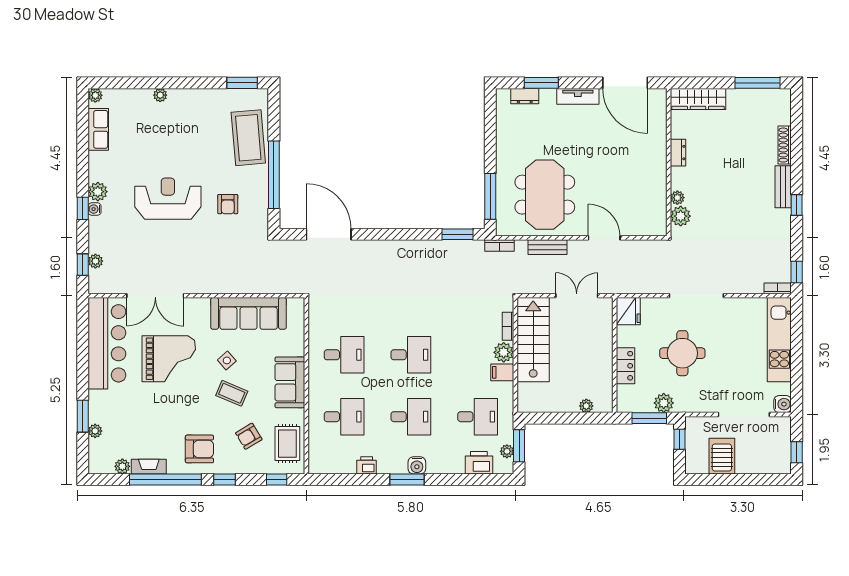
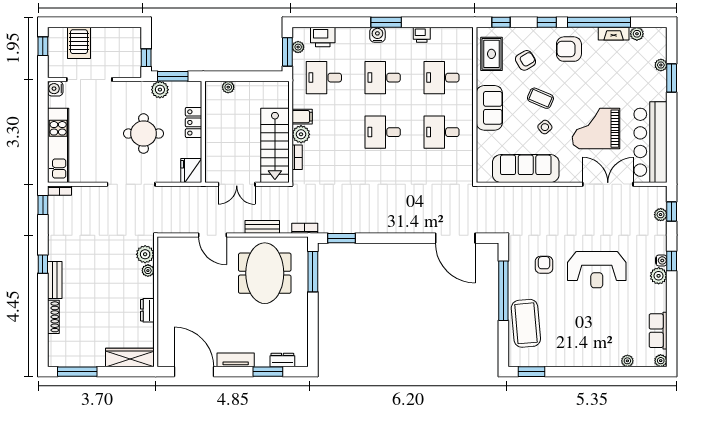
plant: (160, 95) -> (627, 361), moved
server rack: (722, 456) -> (79, 43), moved

